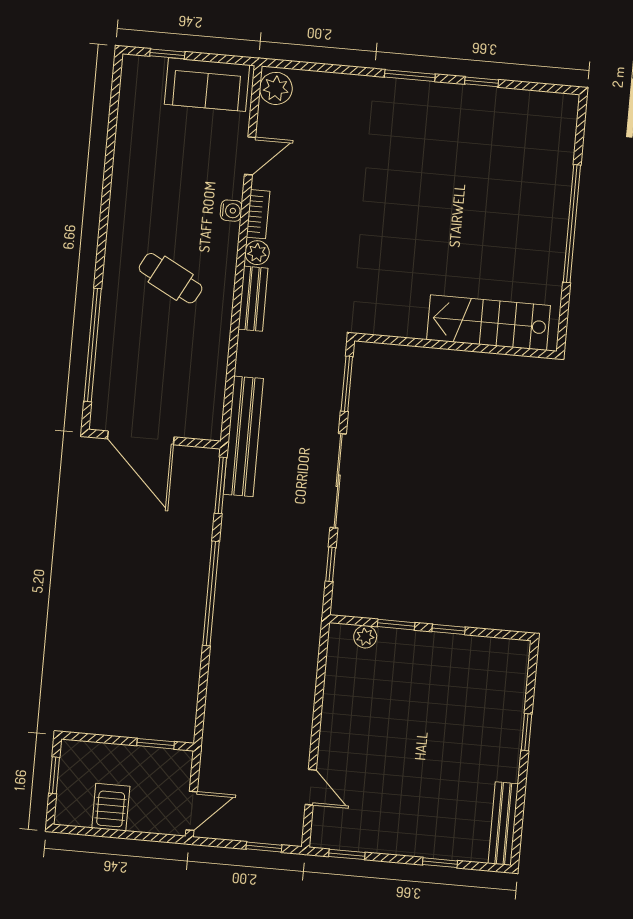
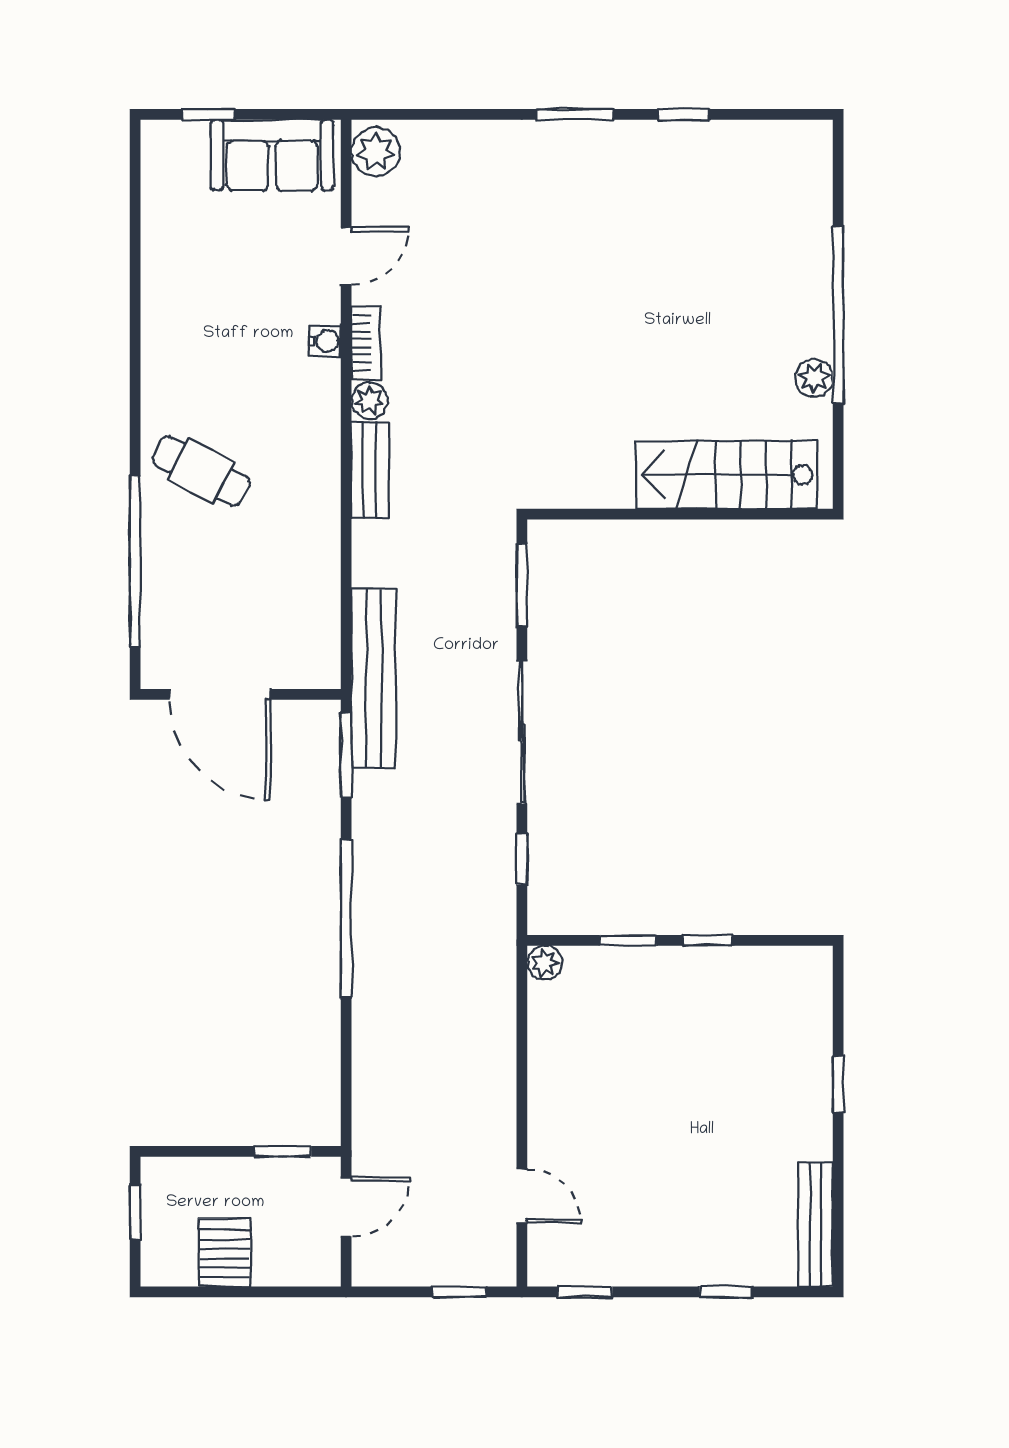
plant: (552, 264) -> (814, 378), added
cafe table: (171, 278) -> (201, 471), moved
plant: (365, 637) -> (545, 963), moved
door: (192, 811) -> (346, 1207), moved

